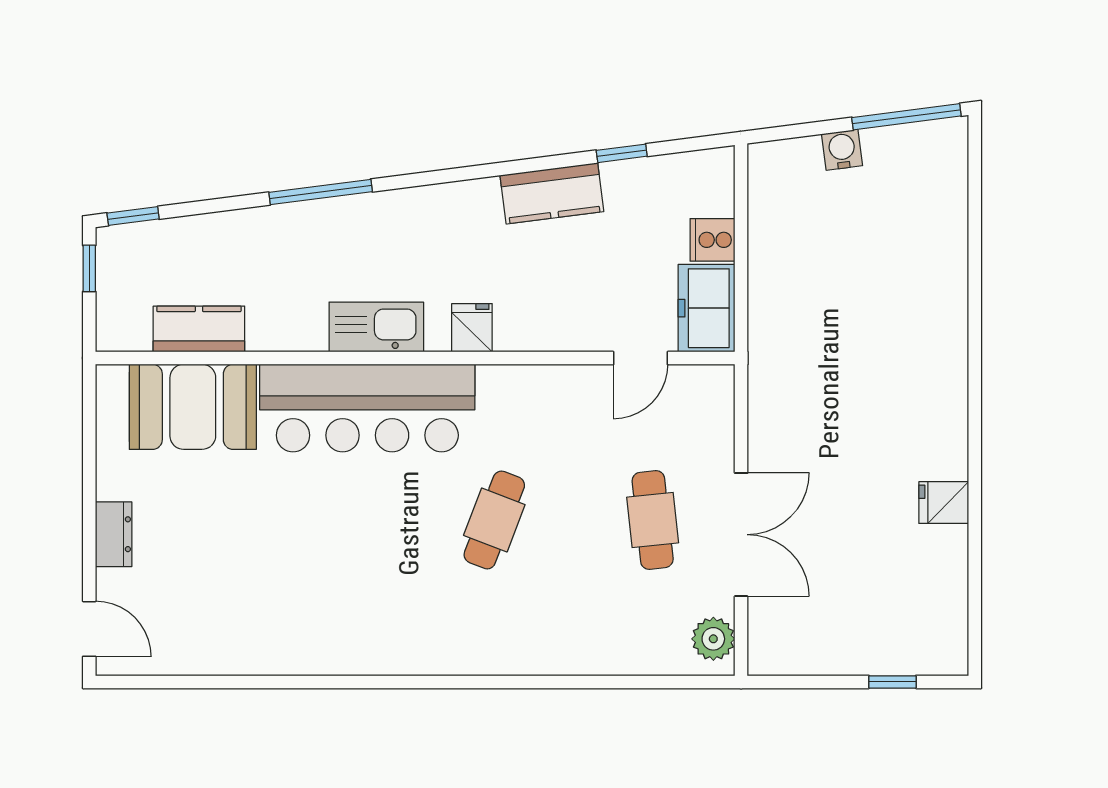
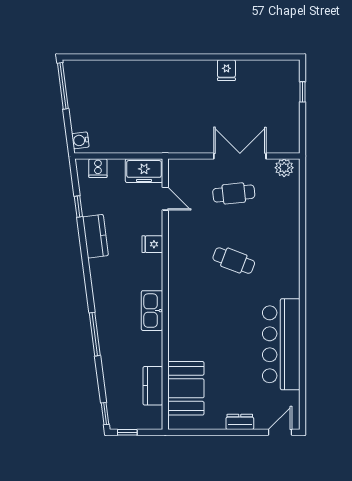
water cooler: (842, 150) -> (80, 140), moved
cooker: (712, 240) -> (98, 168), moved
fridge: (472, 328) -> (152, 244), moved
bar counter: (367, 408) -> (281, 344), moved, turned 180

